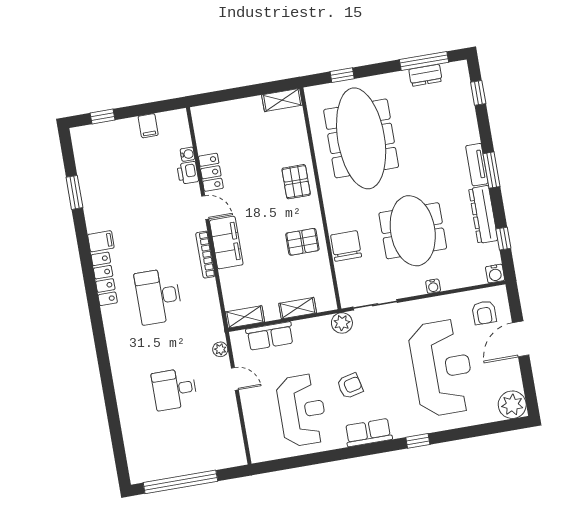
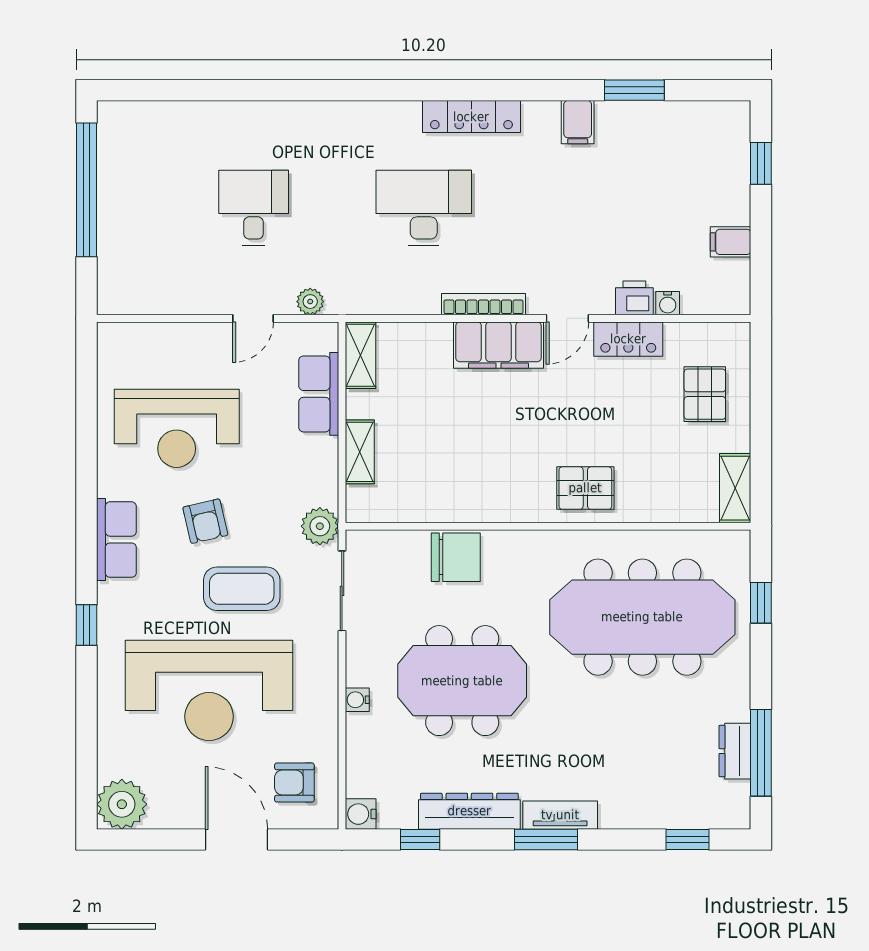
filing cabinet: (101, 241) -> (578, 122), moved
pallet: (302, 242) -> (705, 394), moved
coffee table: (383, 360) -> (242, 589), added

